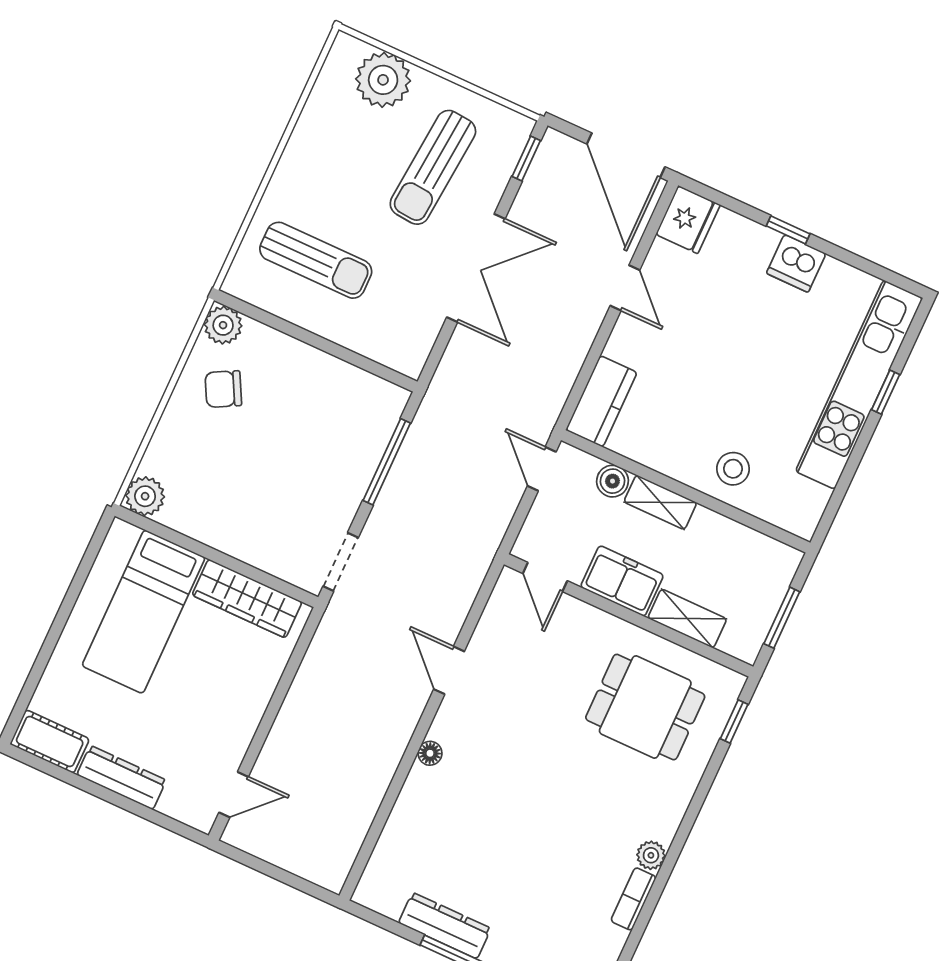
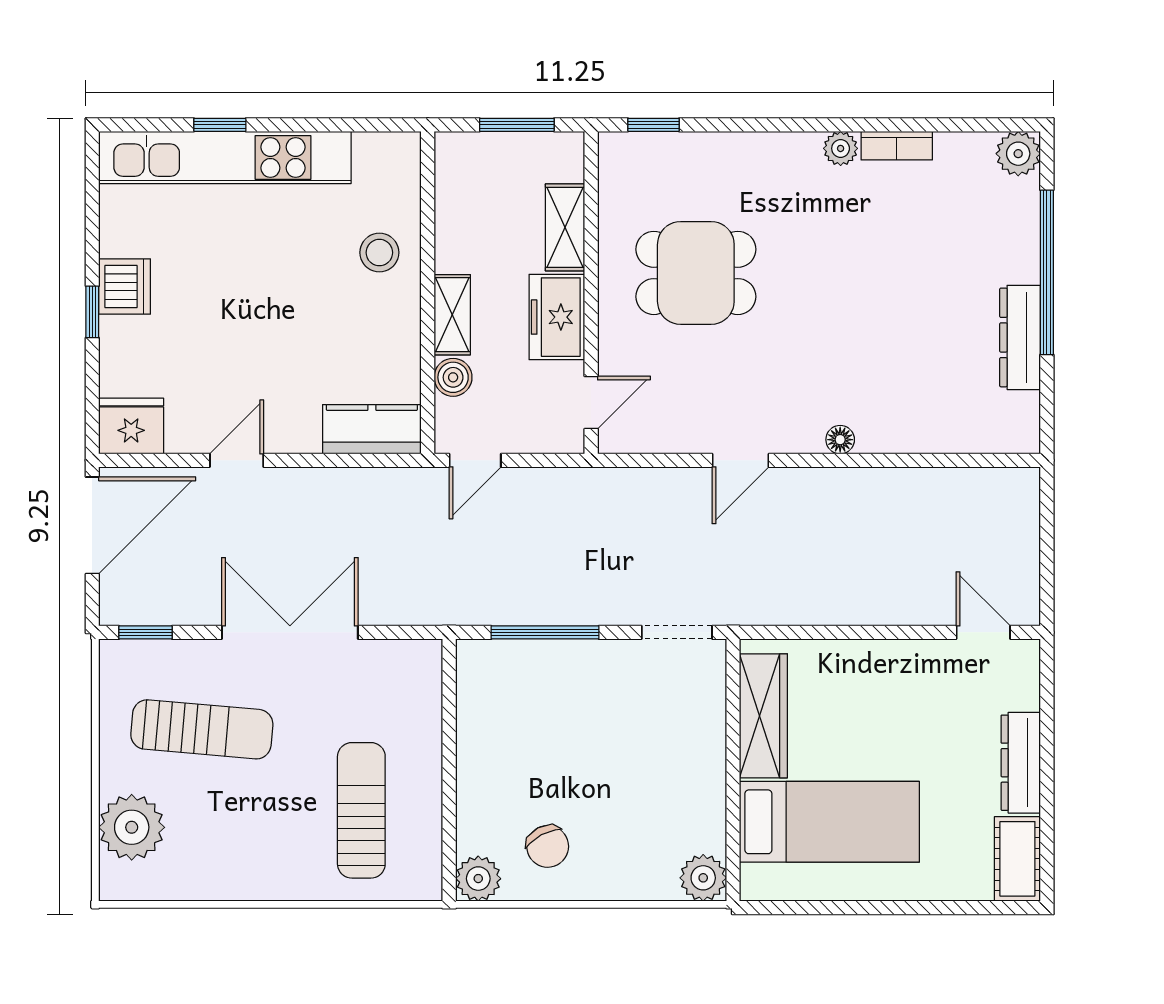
dining table: (645, 707) -> (696, 273), moved, turned 90

